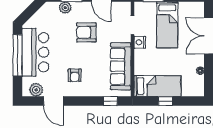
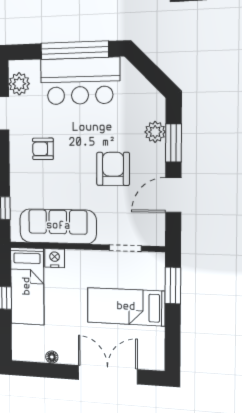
nightstand: (140, 42) -> (55, 258), moved

